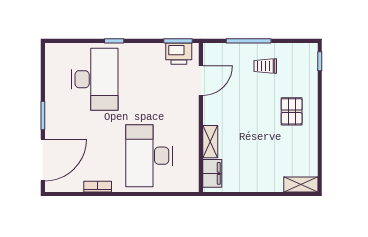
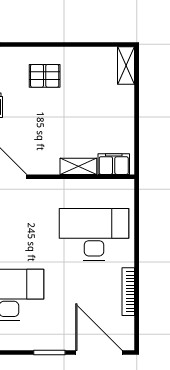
desk: (149, 156) -> (94, 234), turned 180
bookcase: (98, 187) -> (128, 292), width x1.56

